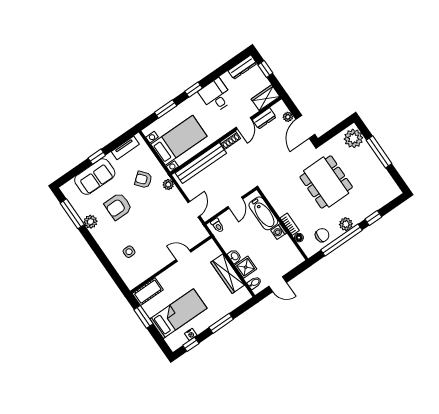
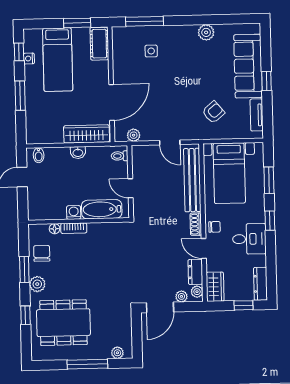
plant: (277, 108) -> (197, 292), added
chair: (224, 126) -> (215, 227), added
door: (305, 127) -> (160, 307), swing flipped
plant: (353, 138) -> (117, 353), width x0.53, depth x0.53
sofa: (95, 177) -> (248, 66), width x1.36
dining table: (326, 182) -> (63, 323), moved
plant: (168, 185) -> (134, 135), moved
armchair: (118, 206) -> (203, 70), removed
door: (194, 209) -> (170, 143), moved
window: (72, 214) -> (145, 21), moved
chair: (322, 235) -> (42, 253), turned 180
window: (342, 240) -> (24, 269), width x0.47
door: (184, 256) -> (112, 102), width x1.88
shower: (246, 267) -> (60, 157), removed
wardrobe: (228, 274) -> (87, 134), moved

